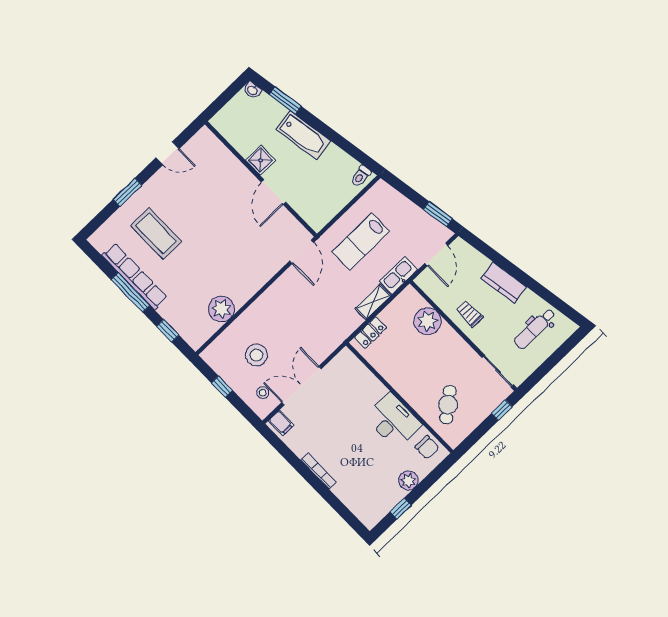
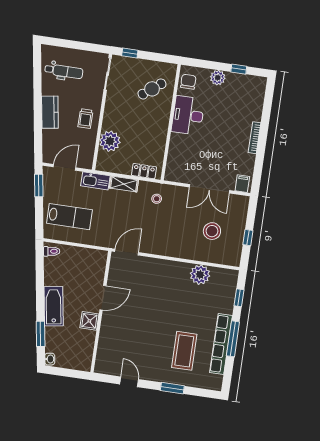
lab bench: (361, 242) -> (69, 217), moved
stool: (263, 393) -> (157, 199), moved

